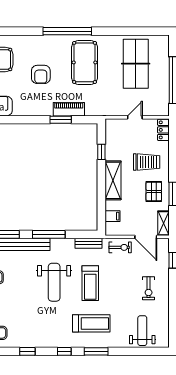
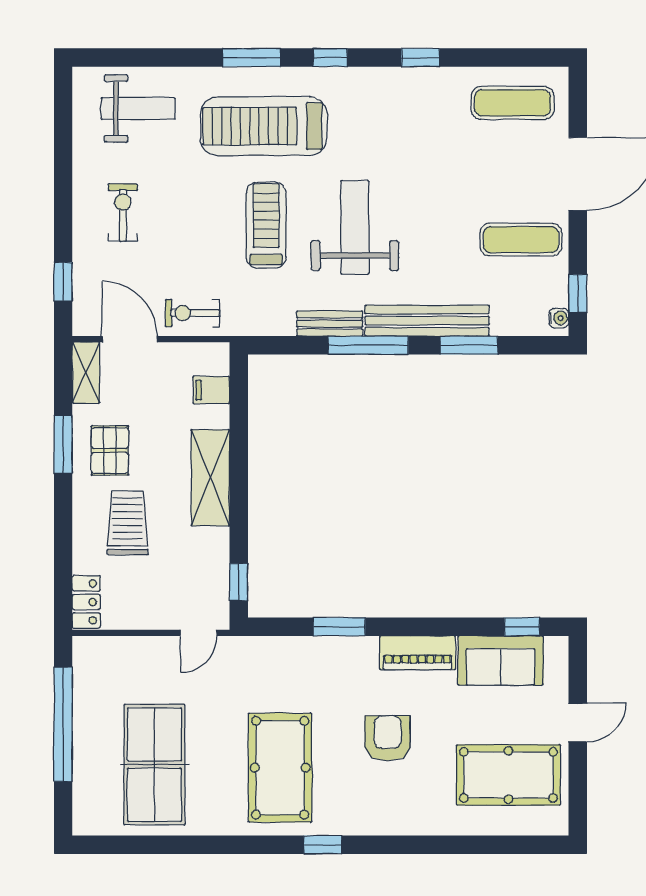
window: (67, 31) -> (323, 845), width x0.32
piano: (69, 109) -> (418, 653), moved
door: (135, 117) -> (199, 633), moved
window: (101, 152) -> (239, 582), moved
trolley: (147, 162) -> (128, 523), turned 90
bench: (89, 243) -> (330, 324), moved
treadmill: (91, 323) -> (264, 126), width x1.37, depth x1.38
weight bench: (142, 331) -> (138, 108), turned -90

